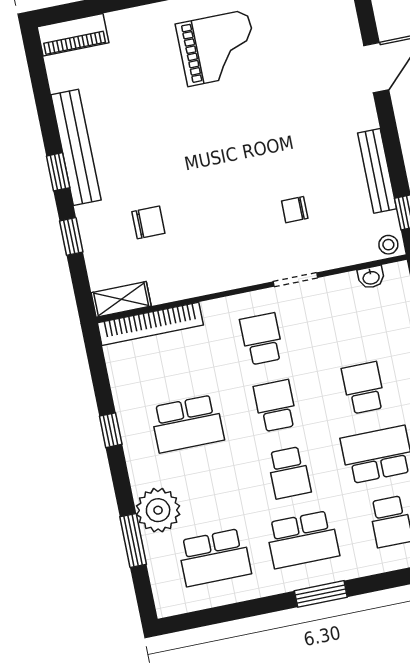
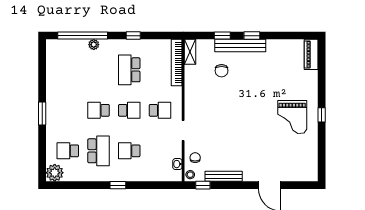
bench: (76, 147) -> (240, 46), moved
chair: (295, 210) -> (195, 158), moved
school desk: (364, 388) -> (129, 151), turned 180
plant: (158, 510) -> (94, 45), width x0.53, depth x0.53
school desk: (303, 539) -> (68, 110), removed
window: (133, 540) -> (83, 36), width x2.11
school desk: (214, 557) -> (68, 70), removed

